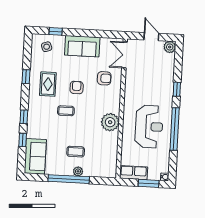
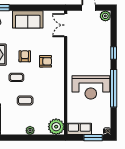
armchair: (104, 78) -> (46, 61), moved
plant: (110, 122) -> (56, 127), moved
reception desk: (149, 127) -> (91, 87), turned 90
coffee table: (76, 152) -> (25, 100), moved
window: (69, 179) -> (22, 138), removed

